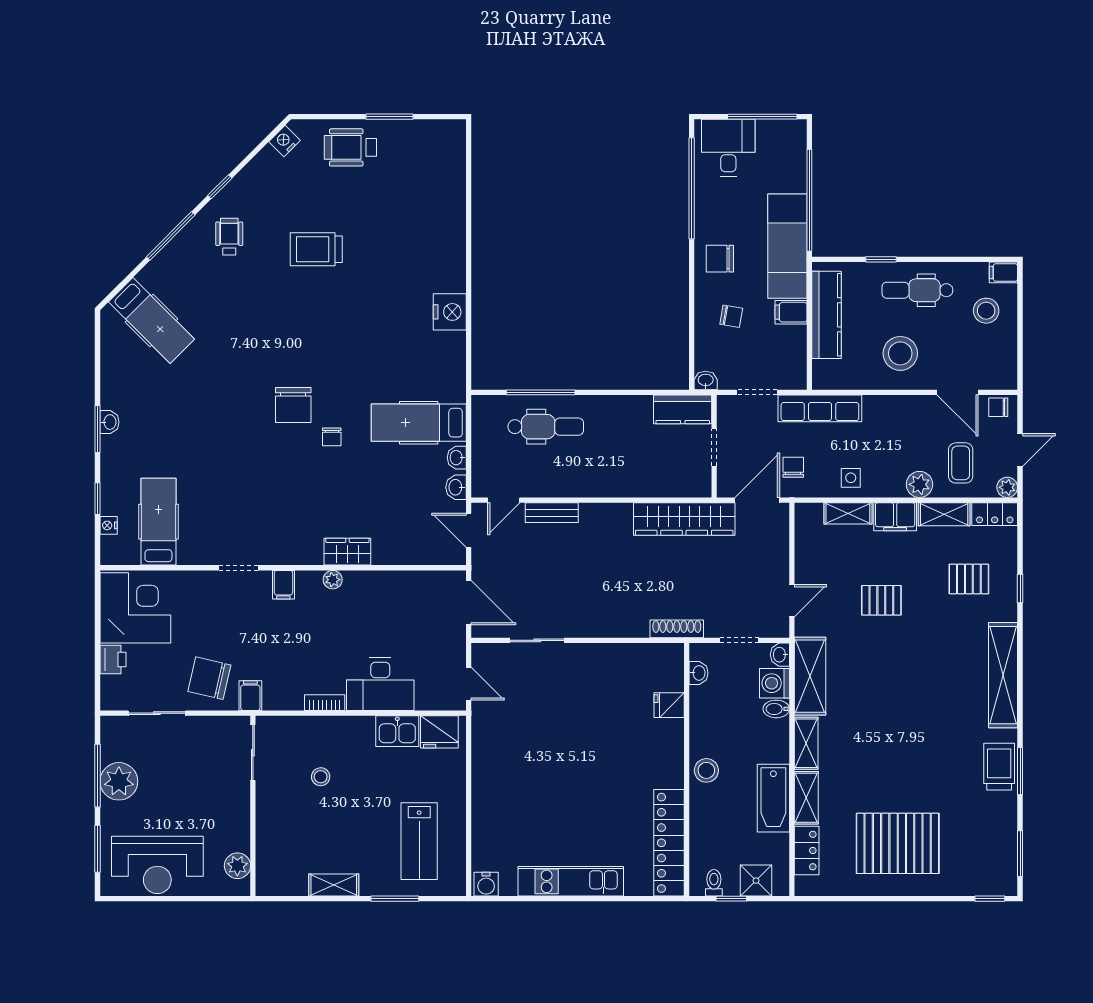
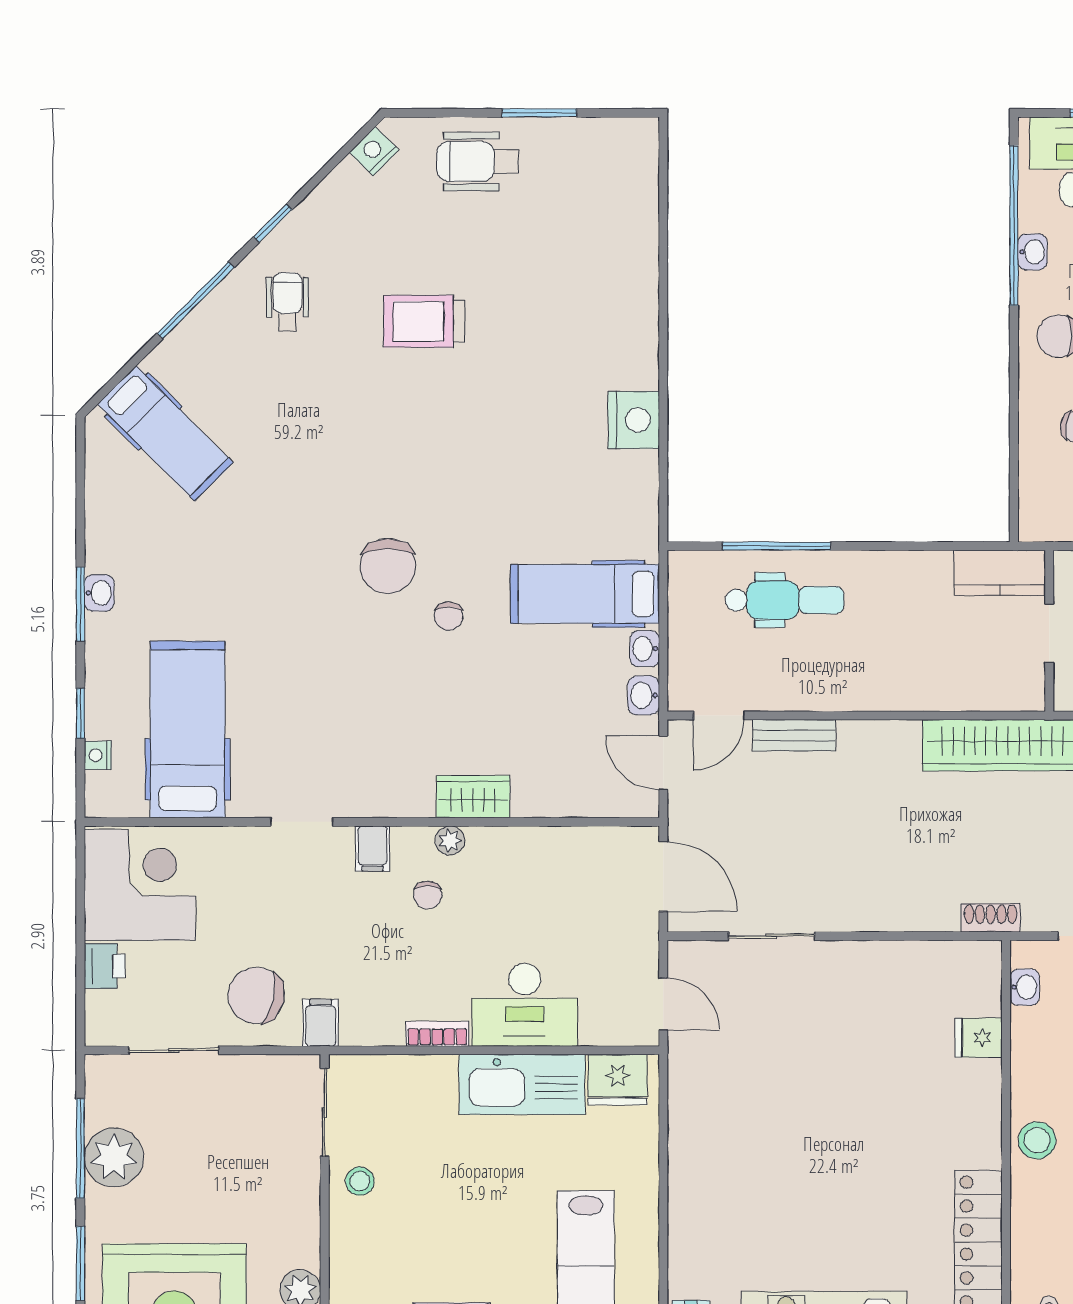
washbasin: (706, 380) -> (1032, 252), moved, turned 90
hospital bed: (158, 522) -> (188, 730), width x1.37, depth x1.29
chair: (319, 614) -> (428, 895), added
shoe rack: (677, 629) -> (991, 918), width x0.70
kitchen sink: (397, 731) -> (522, 1084), width x1.88, depth x1.24
stool: (321, 777) -> (360, 1181), moved

